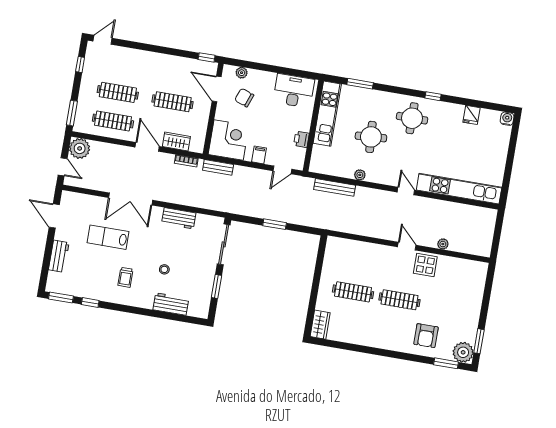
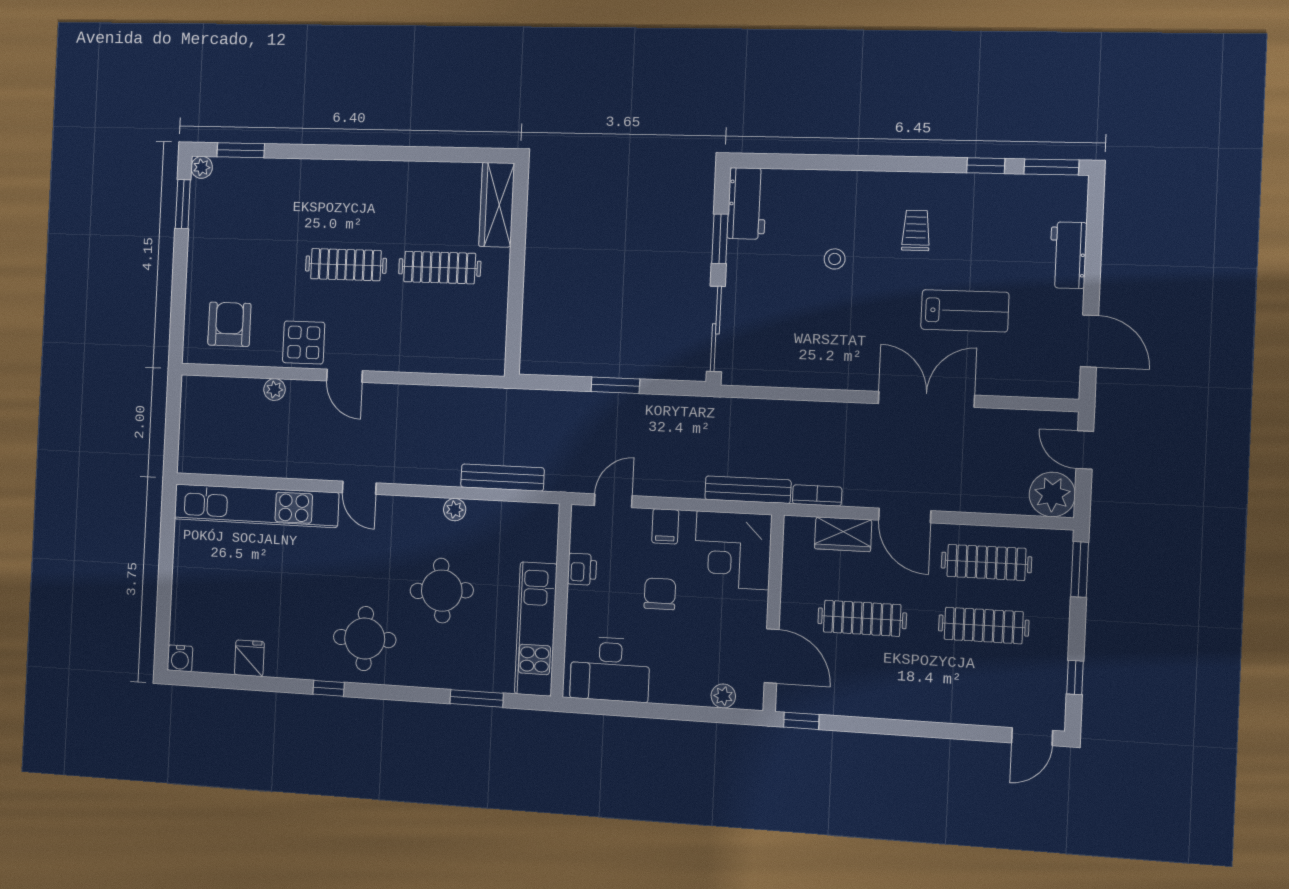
chair: (244, 98) -> (660, 594), moved, turned -110
bench: (218, 167) -> (748, 490), width x1.36
workbench: (179, 218) -> (818, 371), removed
workbench: (171, 304) -> (747, 203), moved, turned -90
wardrobe: (320, 325) -> (497, 205), width x1.50
armchair: (426, 336) -> (229, 324), moved
plant: (463, 352) -> (202, 167), width x0.53, depth x0.53

